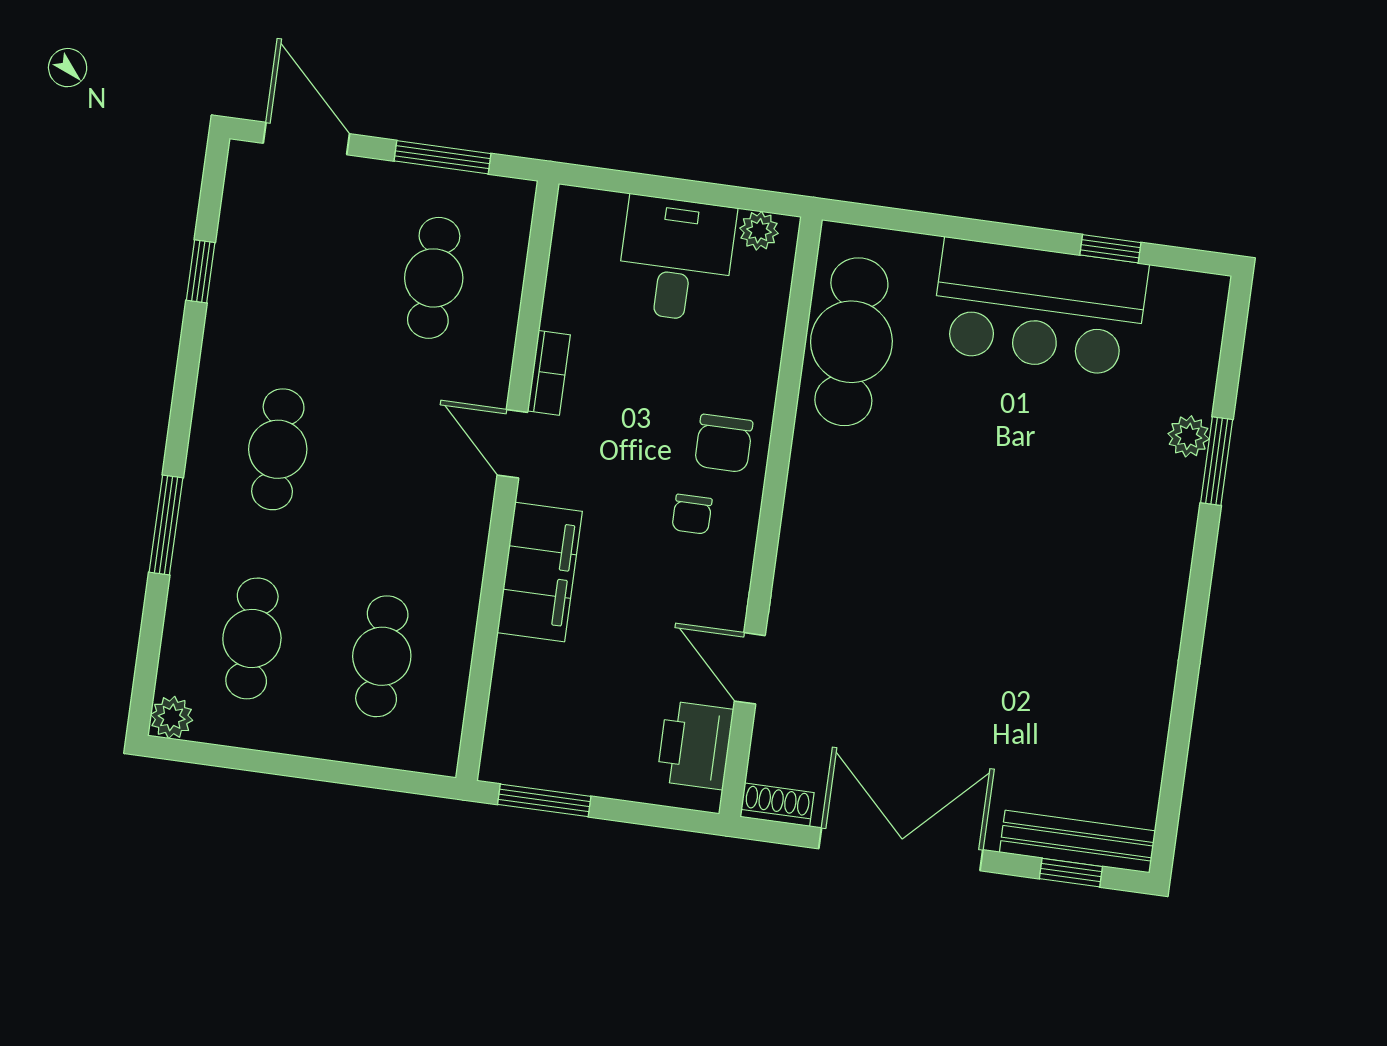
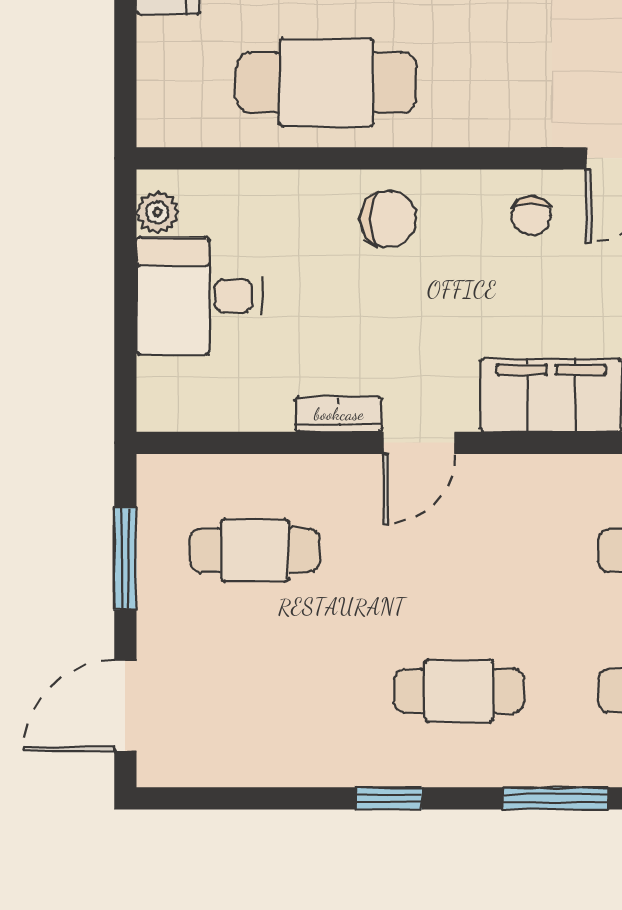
window: (201, 271) -> (389, 798), moved
cafe table: (851, 342) -> (327, 83), moved
chair: (692, 514) -> (531, 216), moved, turned 90

